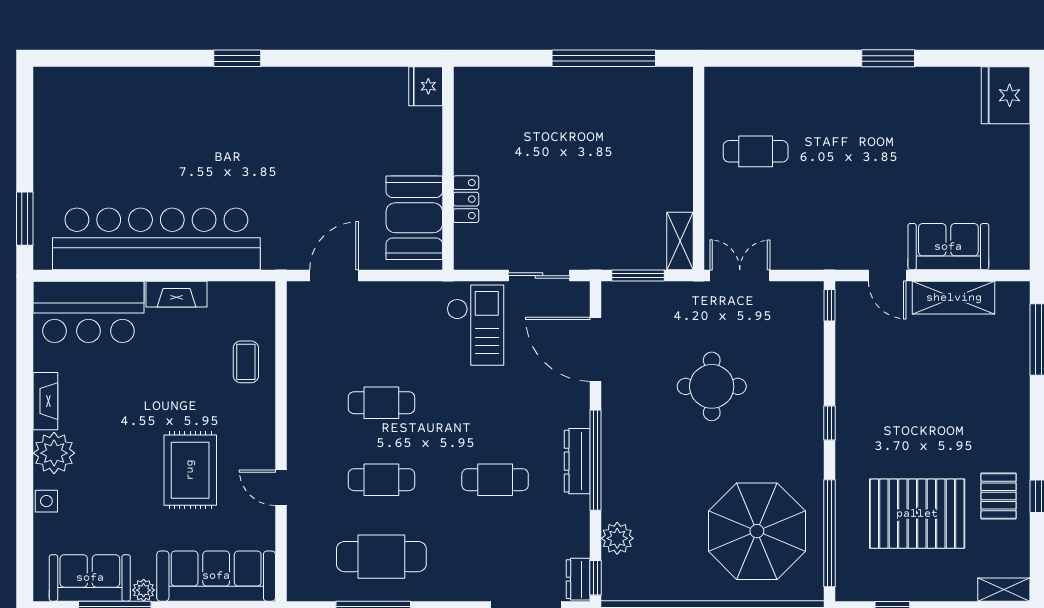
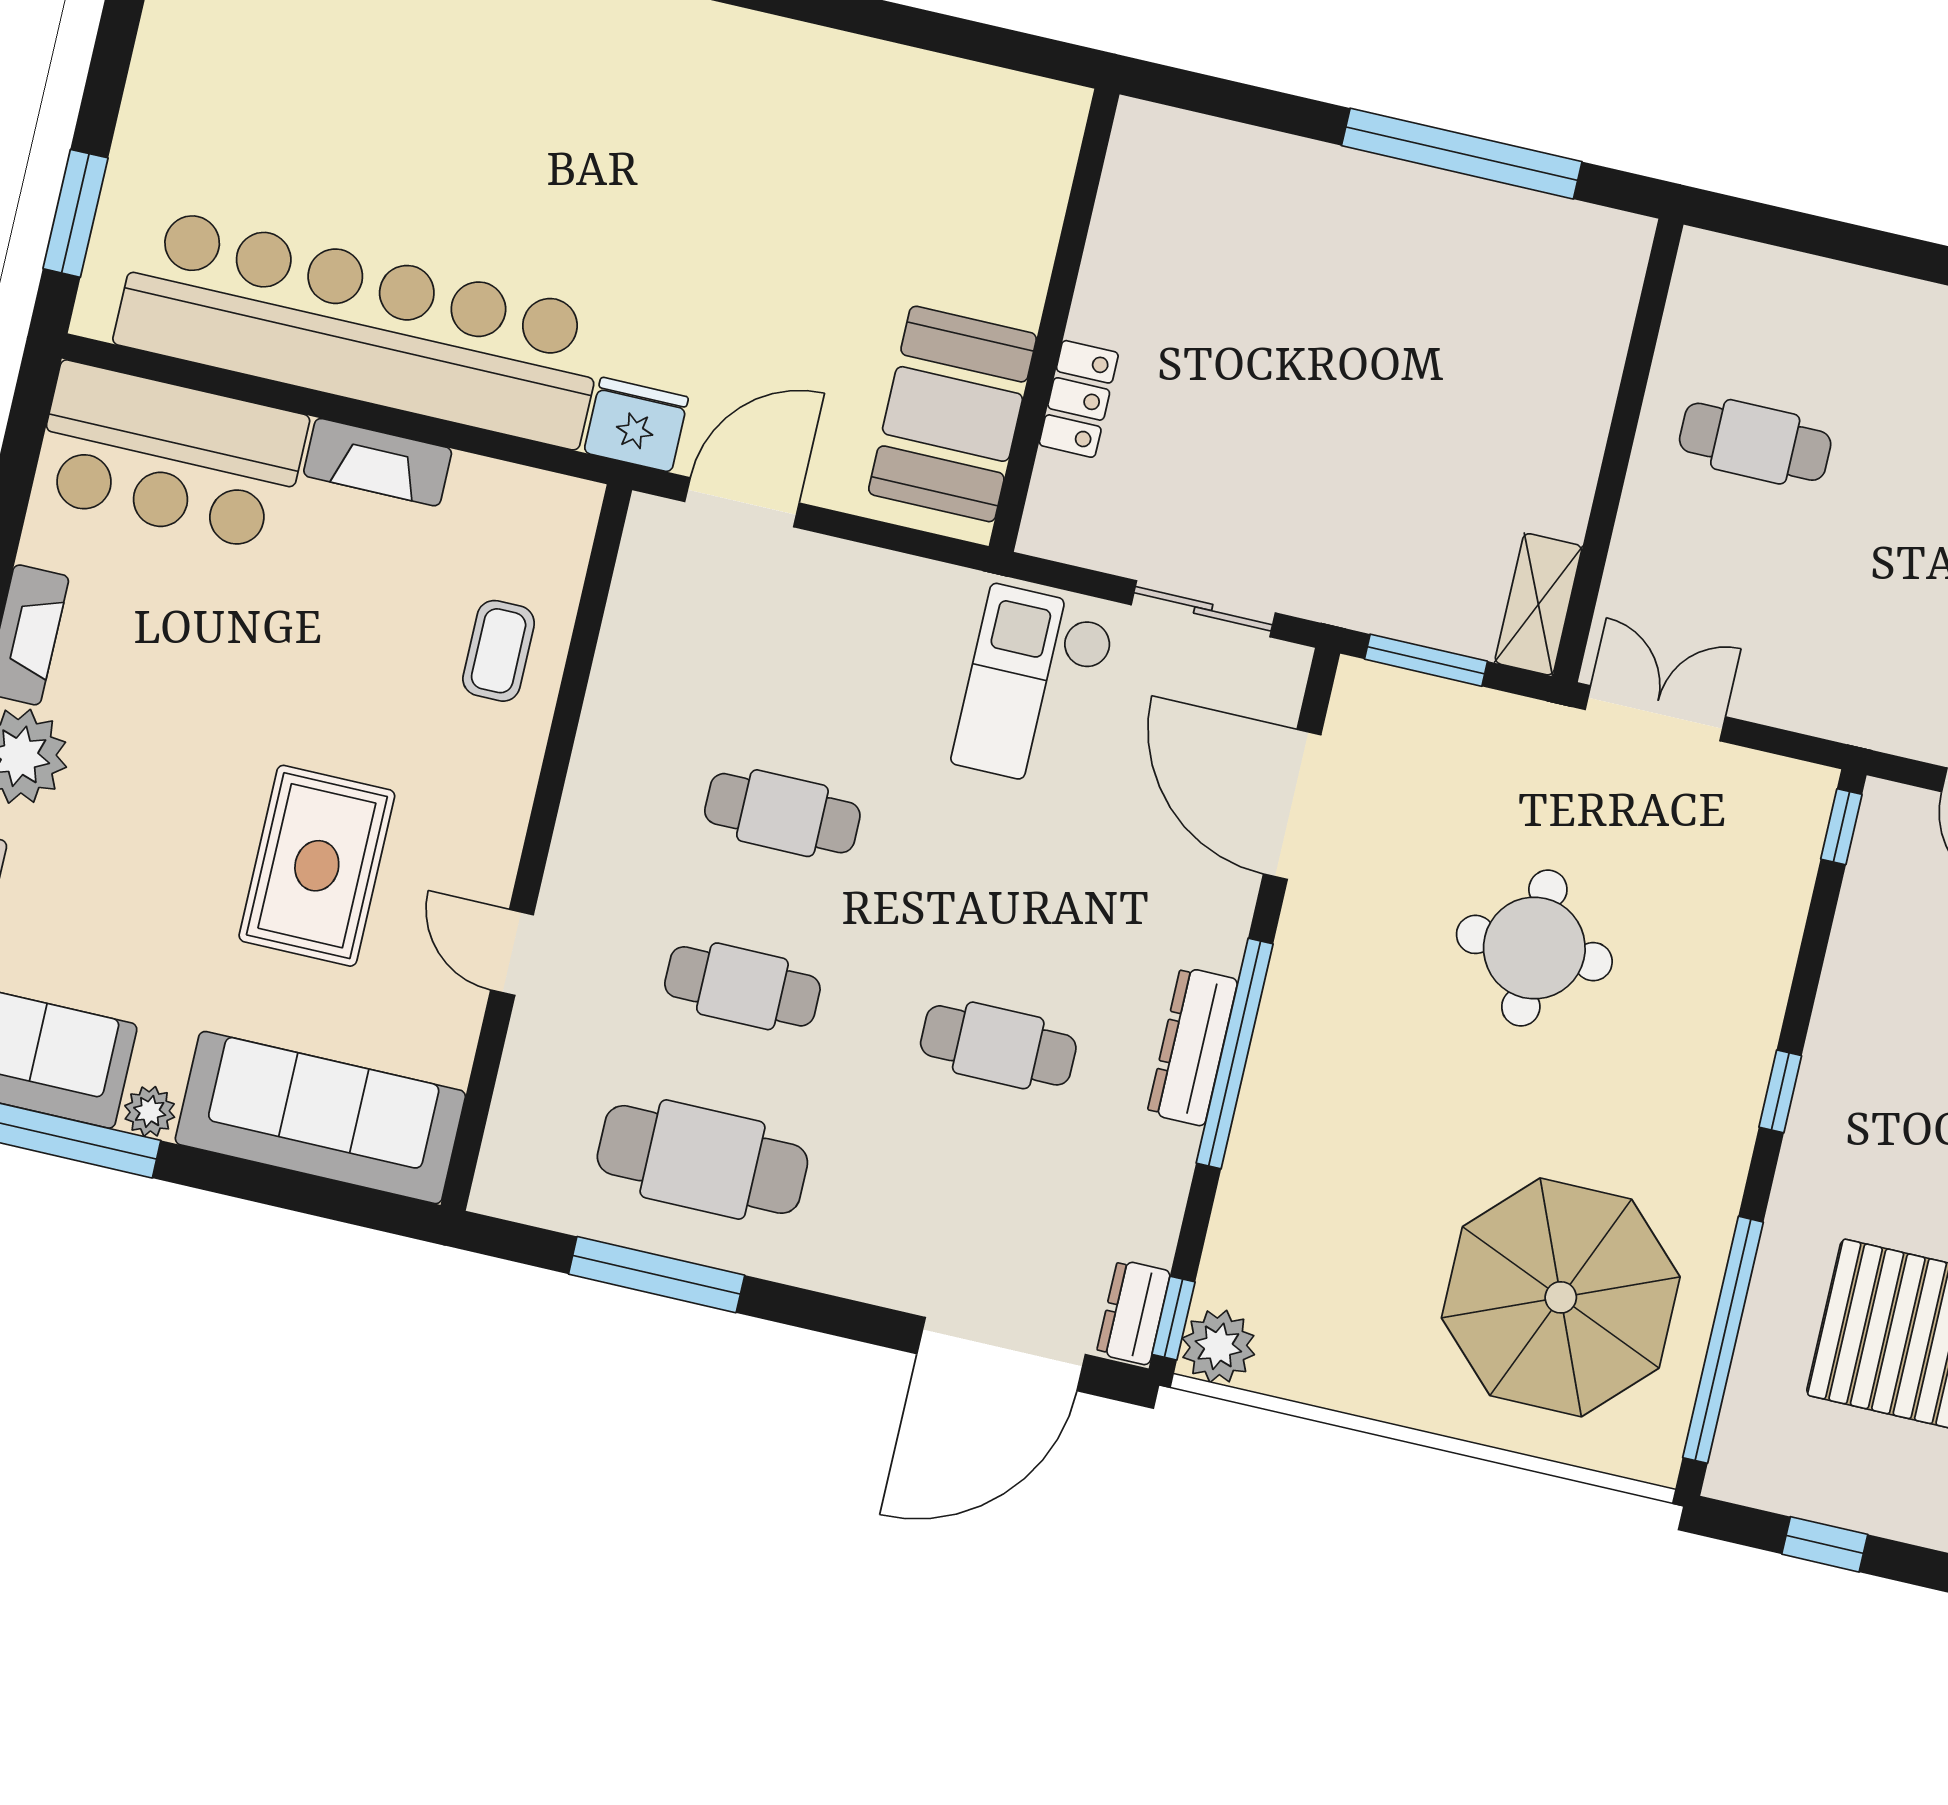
fridge: (426, 86) -> (636, 425), moved, turned 90
checkout: (475, 325) -> (1034, 687), turned 180
plant: (617, 538) -> (1218, 1346), moved

